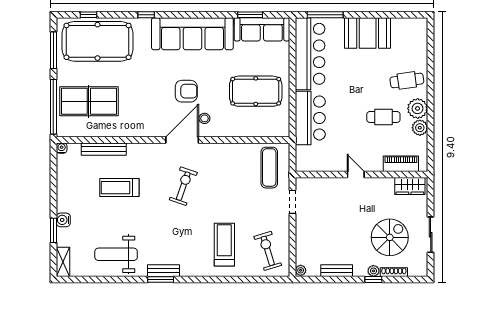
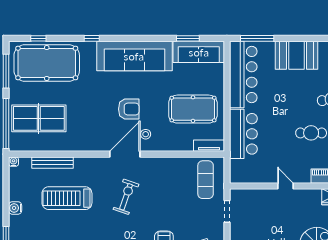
tv unit: (273, 131) -> (209, 146), added
treadmill: (119, 188) -> (67, 198), width x1.37, depth x1.38
water cooler: (63, 220) -> (15, 208), moved

